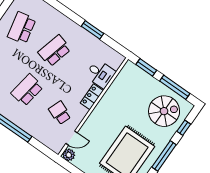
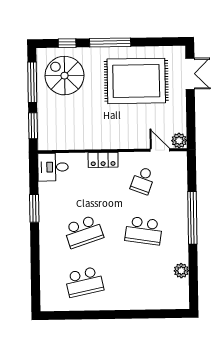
school desk: (54, 51) -> (84, 232), turned -33
desk: (100, 74) -> (53, 167), moved, turned -90

